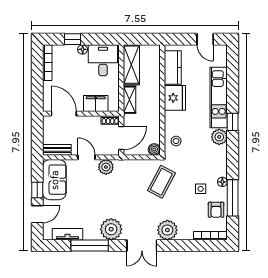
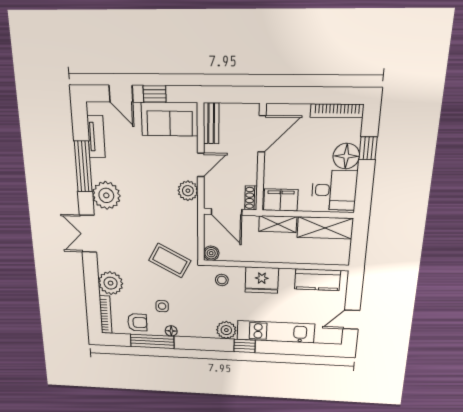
floor lamp: (83, 49) -> (346, 156), width x1.89, depth x1.89
fridge: (175, 98) -> (262, 280), moved
filing cabinet: (96, 104) -> (281, 200), moved, turned -90
armchair: (216, 210) -> (137, 322), turned 180
plant: (167, 230) -> (111, 283), moved

